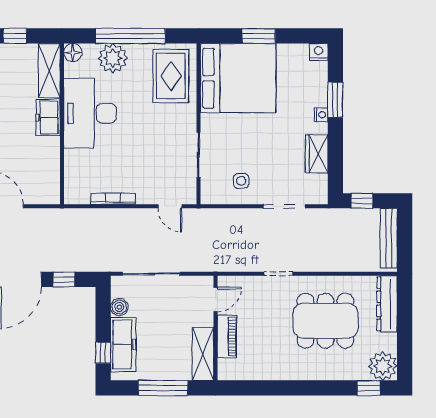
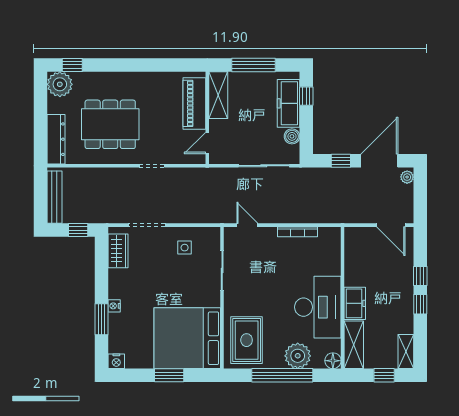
wardrobe: (317, 154) -> (118, 251), moved
piano: (227, 337) -> (194, 103), width x1.37, depth x1.33

